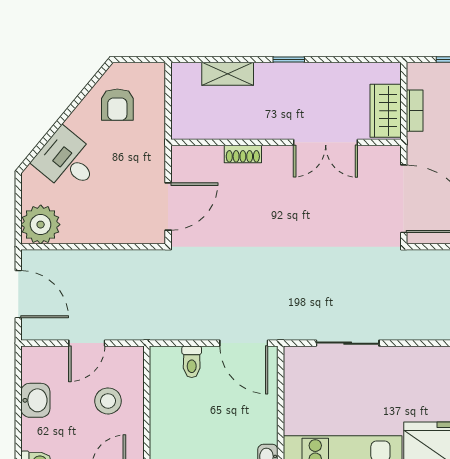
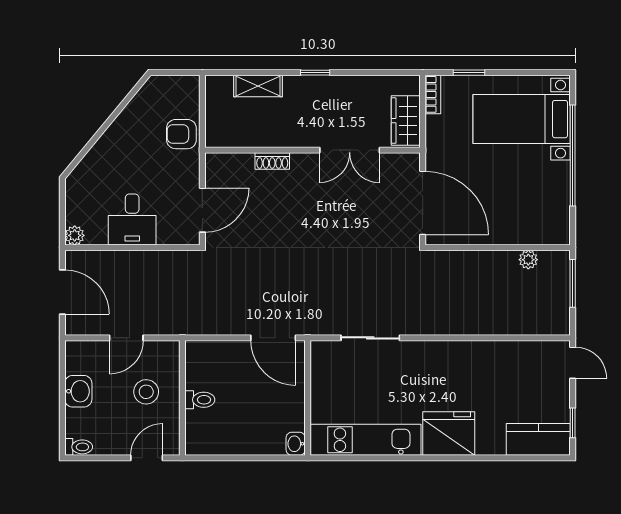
armchair: (117, 105) -> (181, 134), moved, turned 90
bookcase: (415, 111) -> (433, 94), moved
desk: (67, 161) -> (132, 220), moved, turned -130
plant: (41, 225) -> (75, 235), width x0.53, depth x0.53
toilet: (192, 362) -> (200, 400), moved, turned -90

